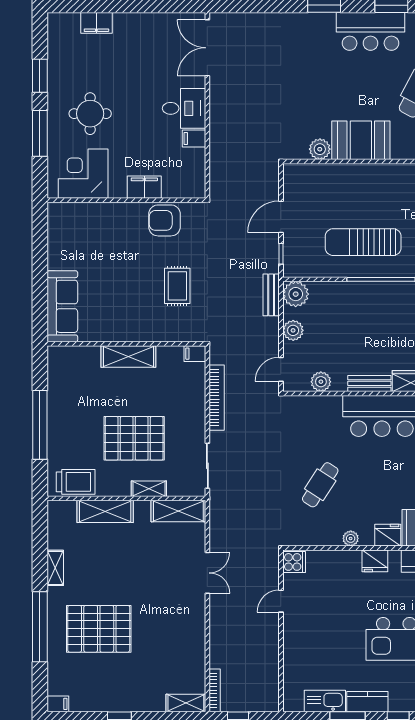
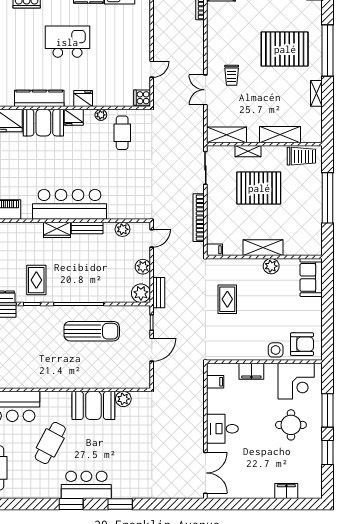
filing cabinet: (194, 139) -> (215, 382), moved
side table: (111, 216) -> (276, 350), added
armchair: (164, 220) -> (302, 344), moved
sofa: (62, 306) -> (311, 277), width x0.73
plant: (117, 331) -> (271, 266), added
trolley: (76, 482) -> (301, 156), turned 180
cafe table: (320, 485) -> (122, 133), moved, turned -33
trolley: (171, 593) -> (232, 75), added

